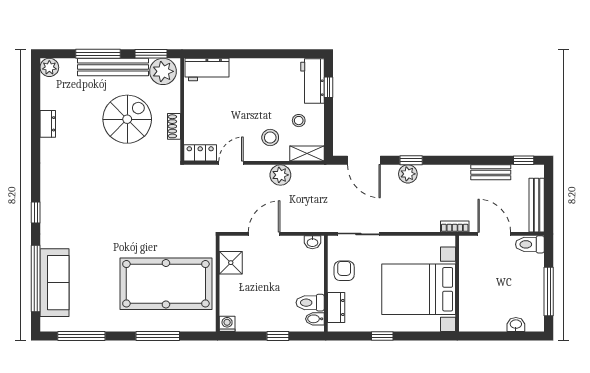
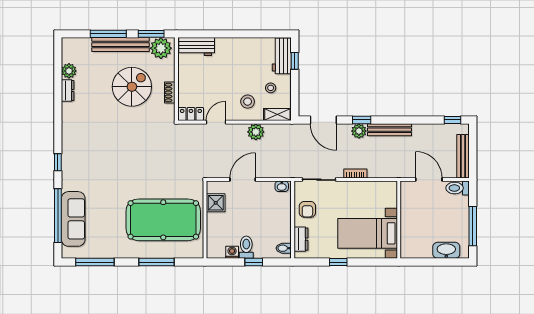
plant: (49, 67) -> (69, 71), moved
bench: (491, 172) -> (389, 130), moved, width x1.36
bookcase: (455, 226) -> (355, 174), moved
armchair: (344, 271) -> (307, 209), turned 180
bed with nightstands: (419, 289) -> (368, 233), width x0.73
toilet: (310, 303) -> (246, 247), moved, turned 90
washing machine: (227, 324) -> (232, 252), moved
washbasin: (516, 325) -> (446, 250), width x1.91, depth x1.45

